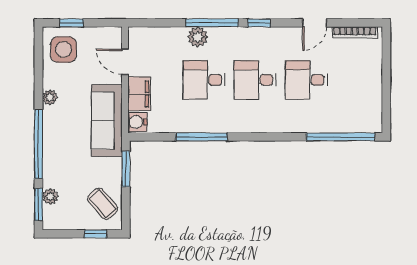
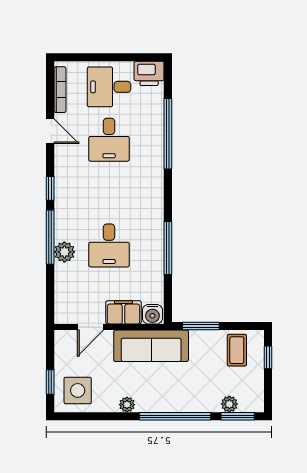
desk: (255, 80) -> (109, 87), moved, turned 90
printer: (371, 119) -> (149, 73), added
window: (341, 137) -> (168, 134), moved
coffee table: (103, 204) -> (237, 350), turned -49

